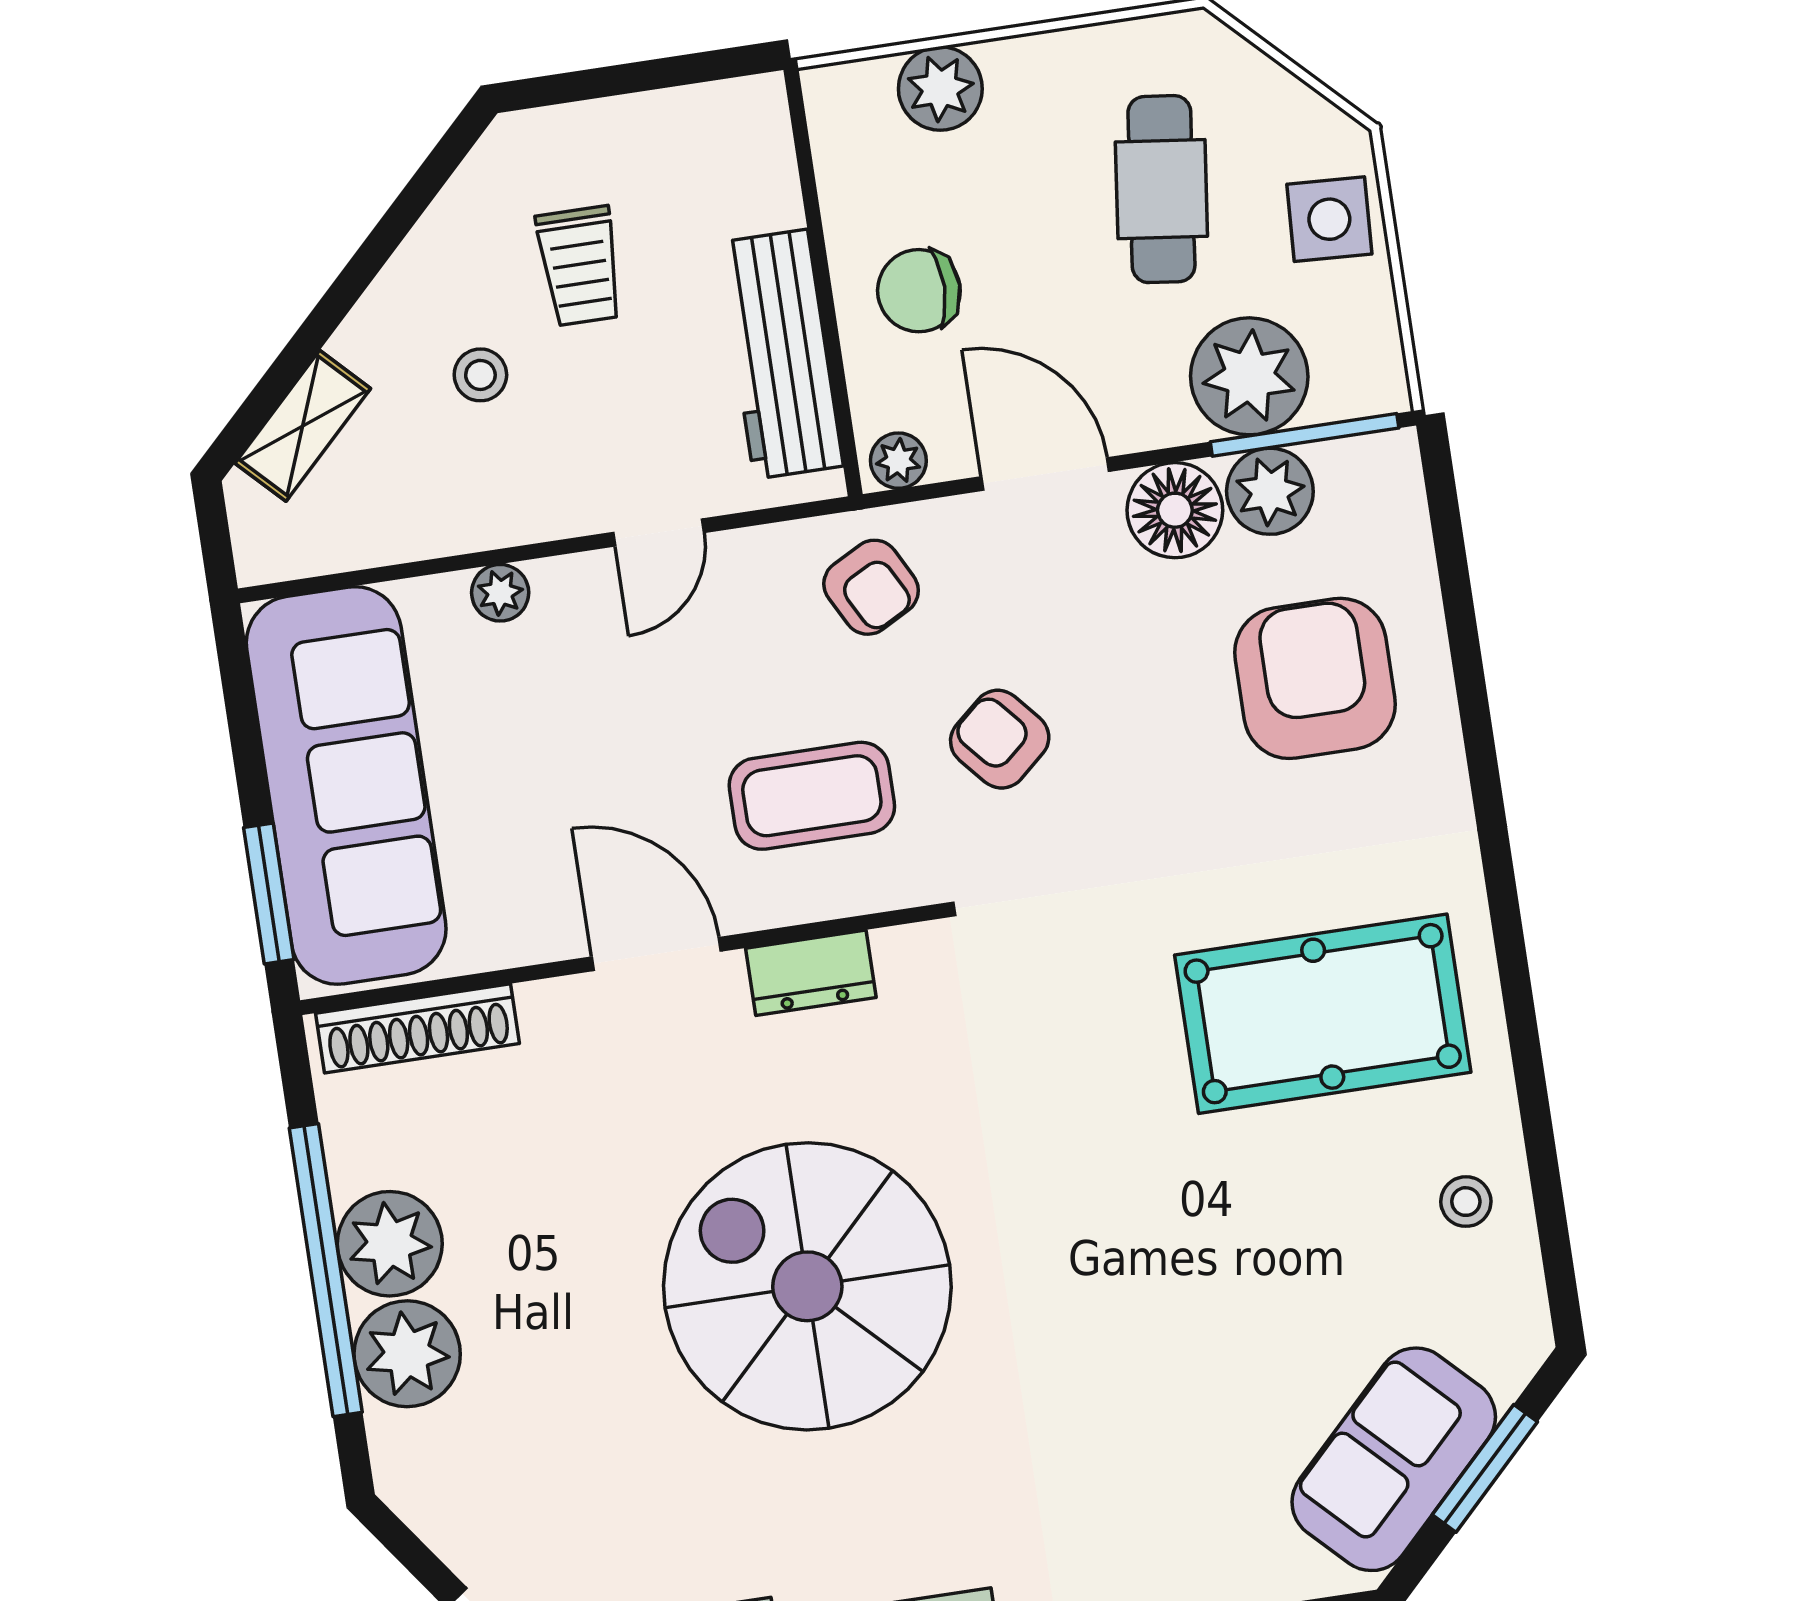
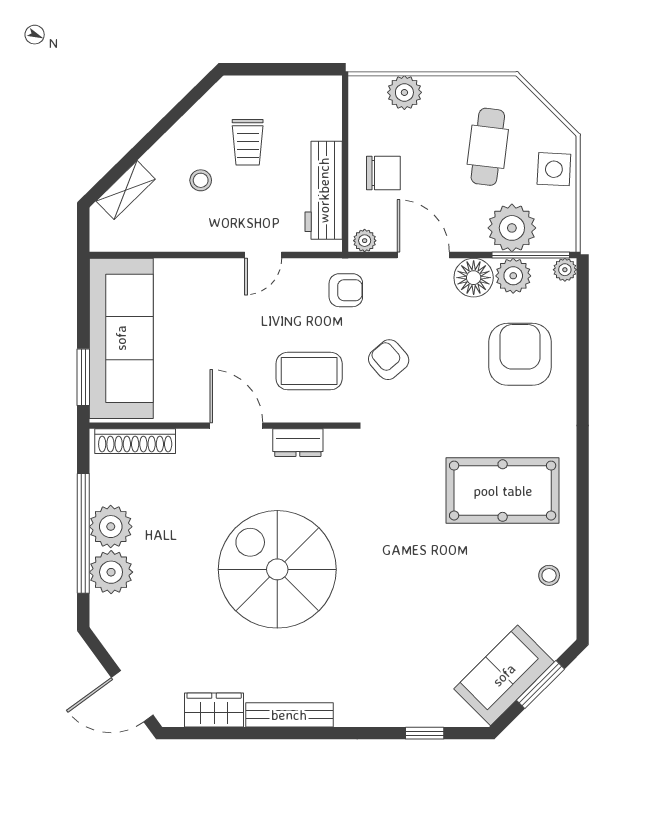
chair: (919, 291) -> (383, 173), turned 180
armchair: (871, 587) -> (346, 290), turned -62
plant: (500, 593) -> (565, 270), moved

